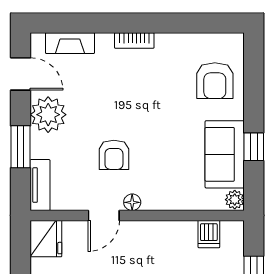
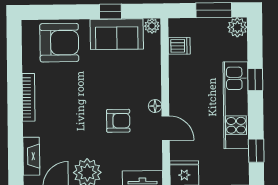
bookcase: (134, 41) -> (29, 97), width x1.56
armchair: (215, 81) -> (59, 43), width x1.36, depth x1.36

